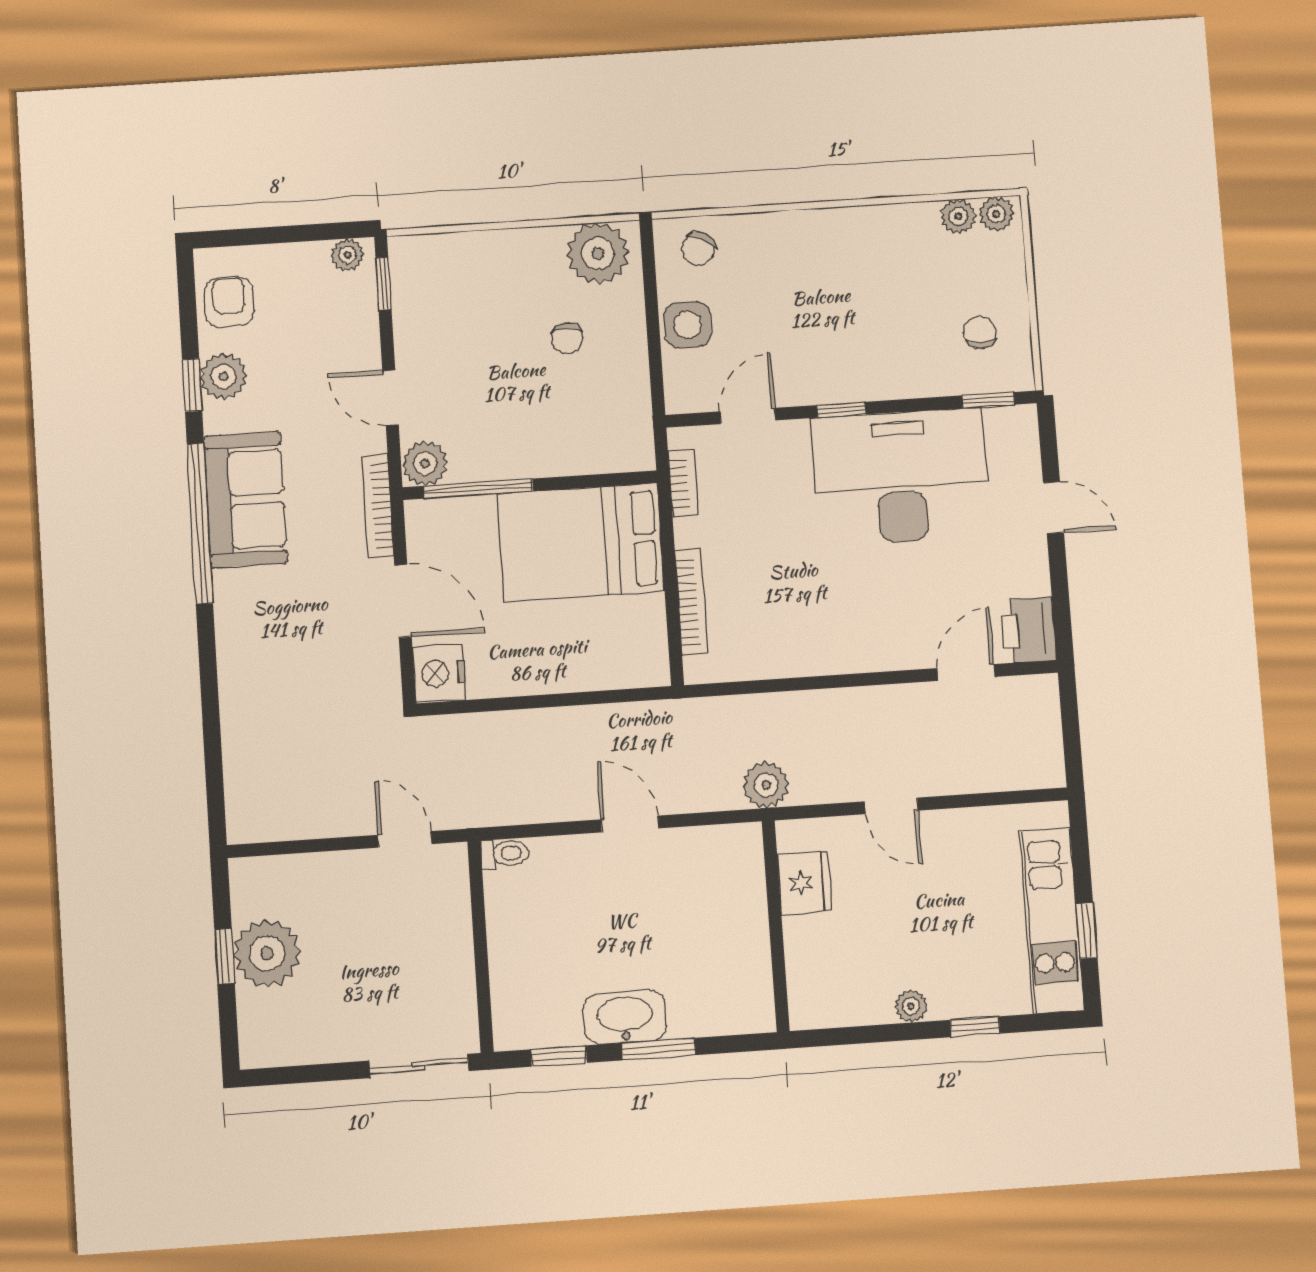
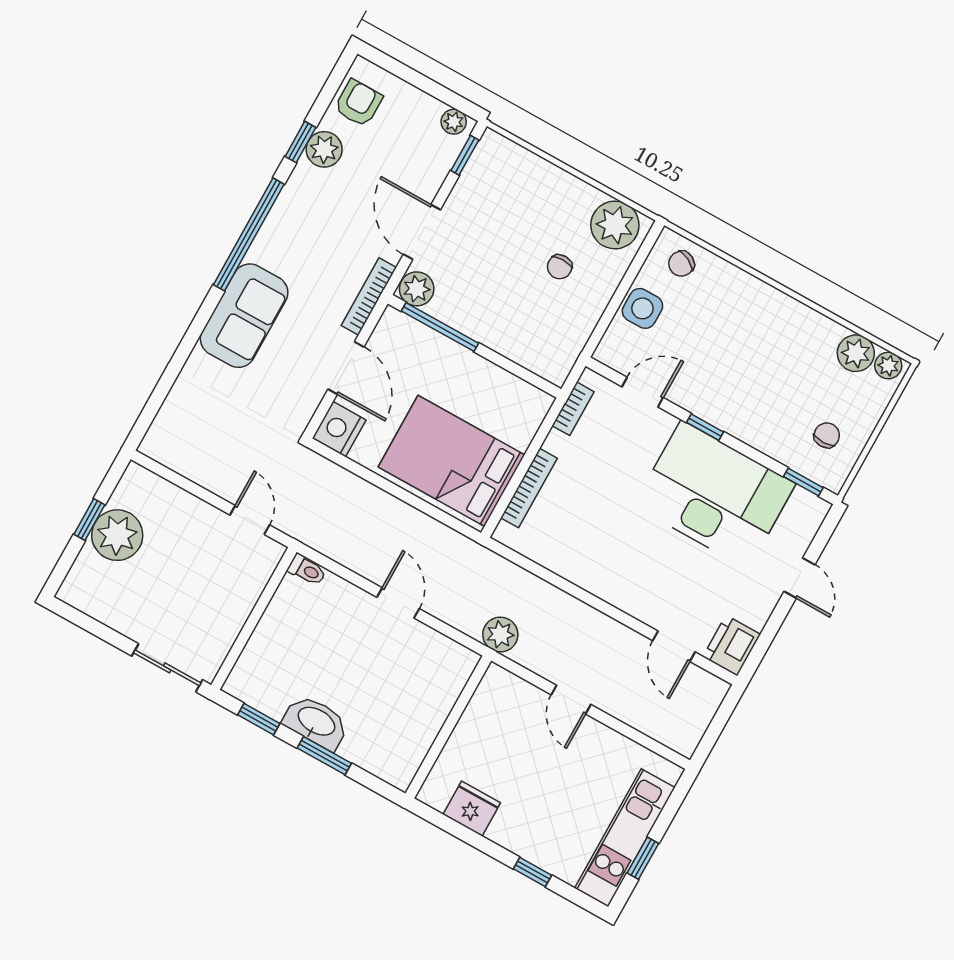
plant: (958, 216) -> (856, 353), width x1.38, depth x1.38
door: (390, 397) -> (422, 232), width x1.38
sofa: (246, 500) -> (244, 316), moved
bed: (581, 542) -> (451, 461), moved
door: (966, 672) -> (674, 646), swing flipped
fridge: (805, 883) -> (472, 809), moved, turned -90
plant: (911, 1006) -> (501, 833), removed

